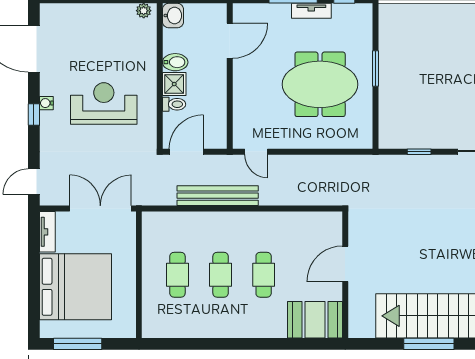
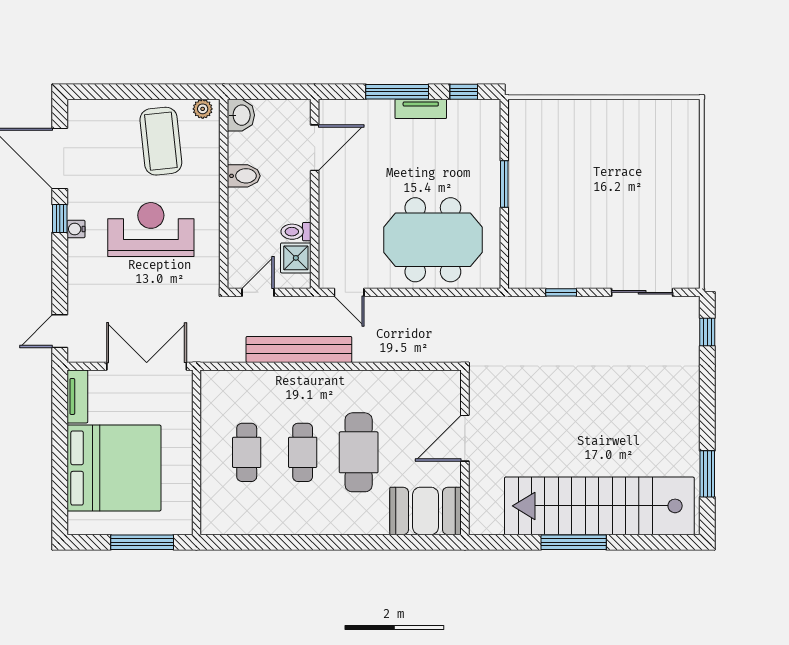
coffee table: (112, 35) -> (161, 141), added
shower: (174, 84) -> (296, 258), moved
meeting table: (320, 84) -> (433, 240), moved
toilet: (174, 104) -> (296, 232), moved, turned 180
window: (34, 114) -> (60, 219), moved
door: (186, 152) -> (258, 292), width x0.73
cafe table: (264, 275) -> (359, 452), width x1.37, depth x1.35
window: (78, 344) -> (142, 542), moved

